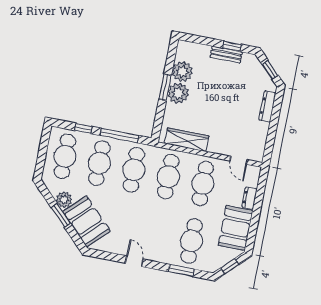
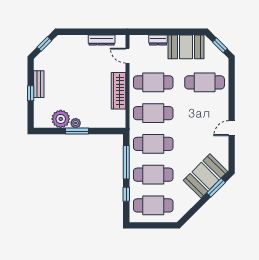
window: (232, 46) -> (31, 93), moved
plant: (178, 93) -> (76, 123), width x0.53, depth x0.53
dresser: (267, 107) -> (102, 40), moved
wardrobe: (187, 140) -> (118, 91), moved
door: (239, 160) -> (127, 56), swing flipped
plant: (64, 200) -> (191, 199), removed
window: (61, 215) -> (216, 188), moved
window: (181, 270) -> (232, 86), removed

